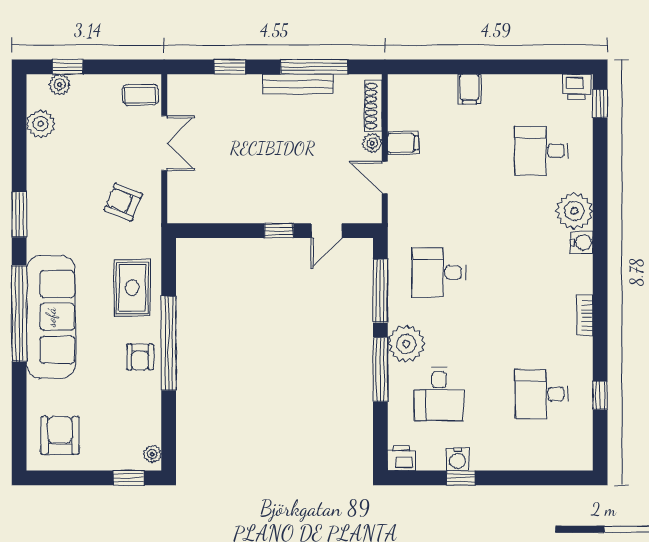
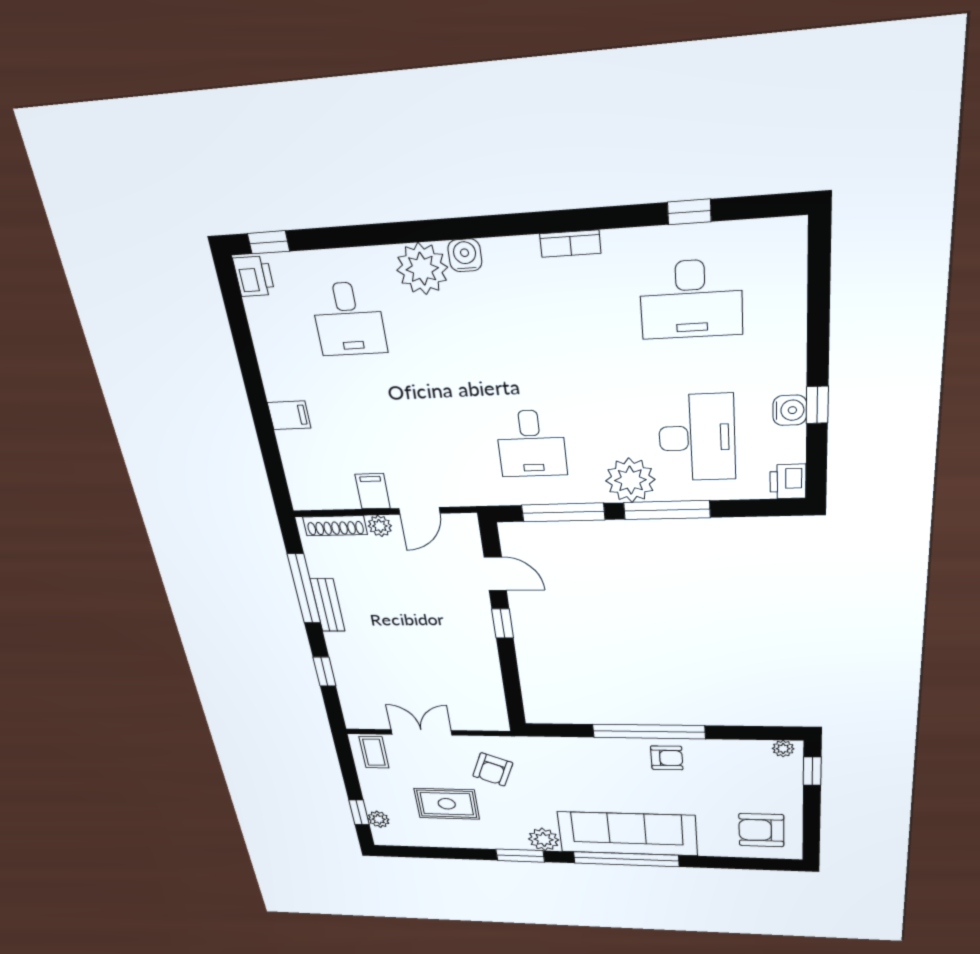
bench: (298, 84) -> (328, 605), width x0.73
plant: (41, 124) -> (544, 839), moved
rug: (132, 288) -> (447, 804), moved
desk: (439, 394) -> (697, 438), width x1.37
desk: (542, 394) -> (691, 299), width x1.37

